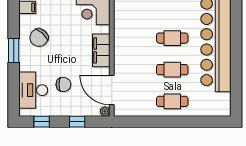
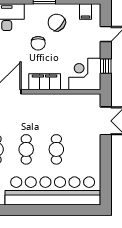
chair: (63, 84) -> (38, 43), moved

